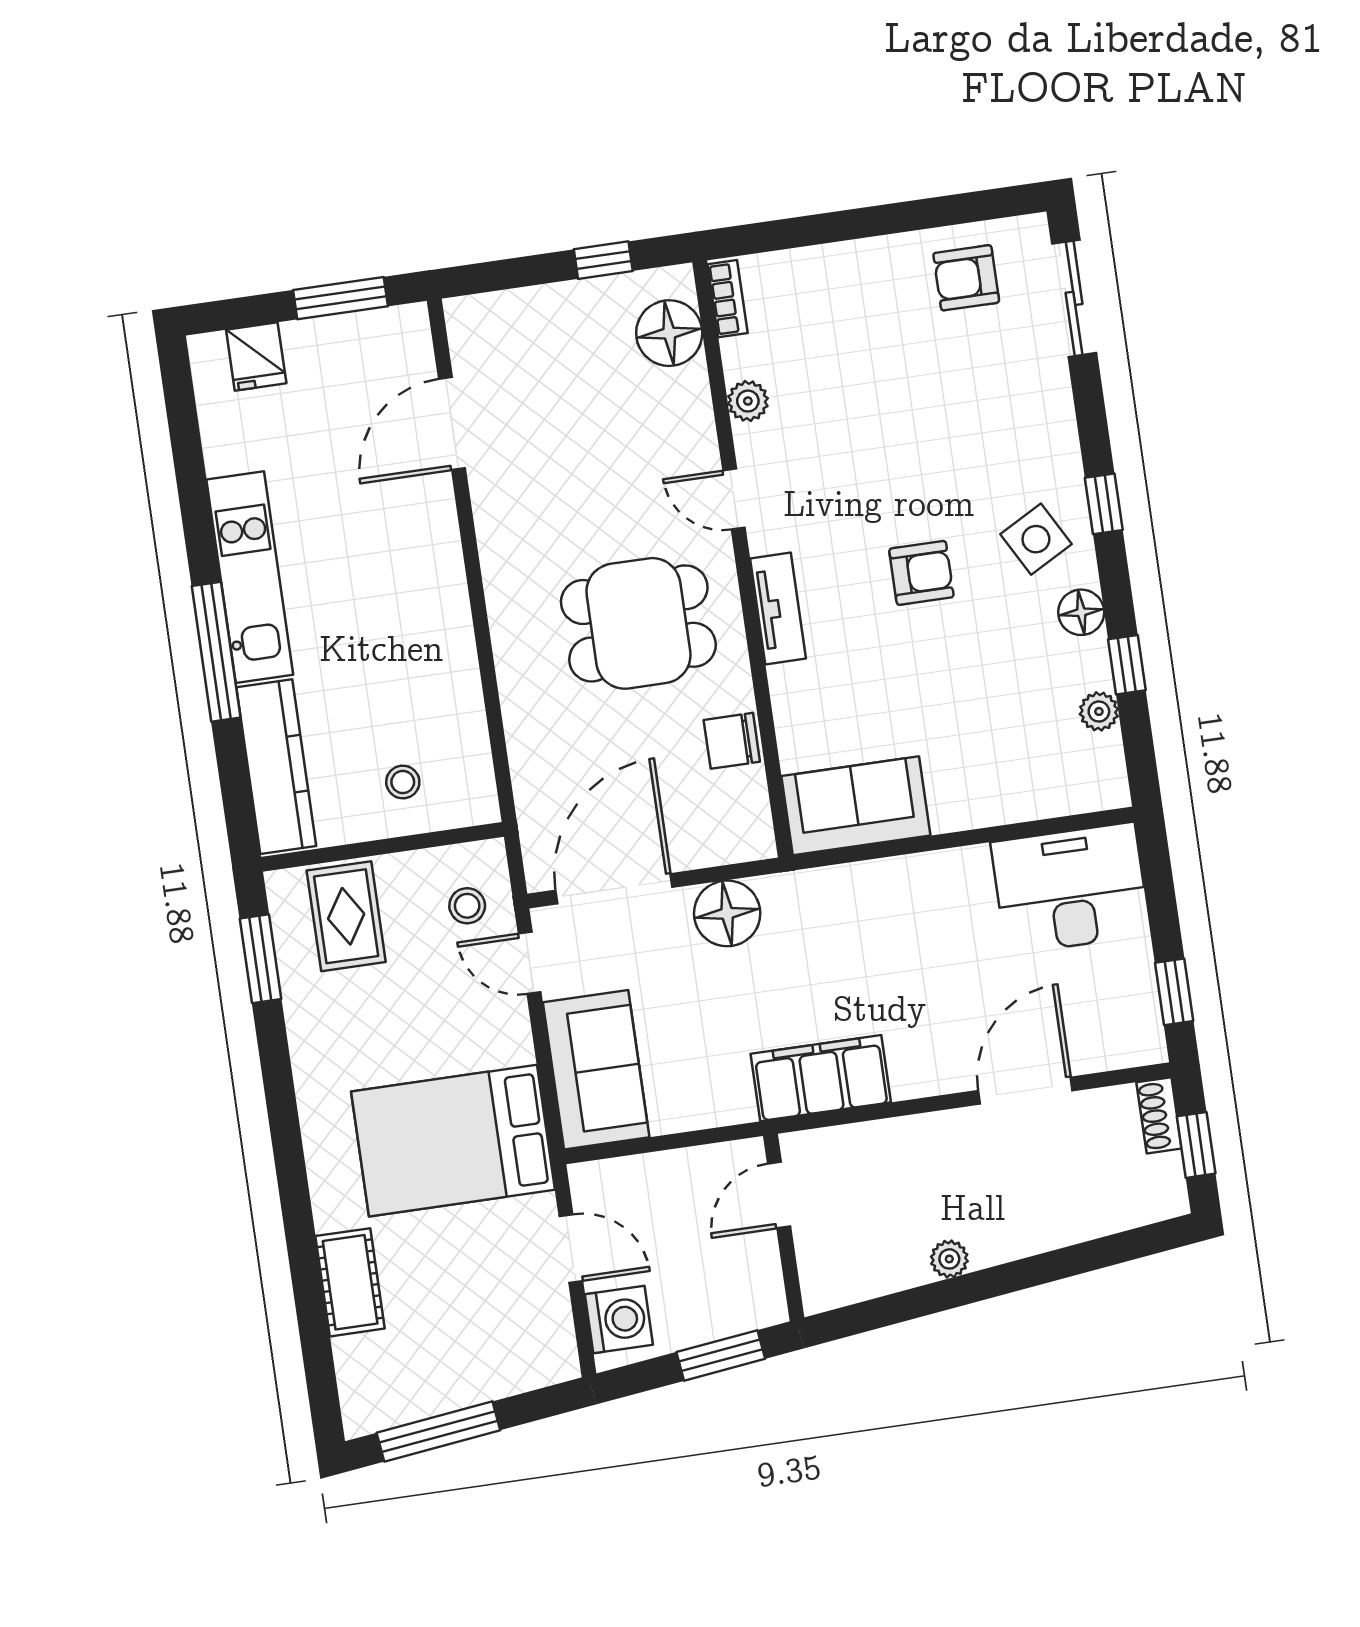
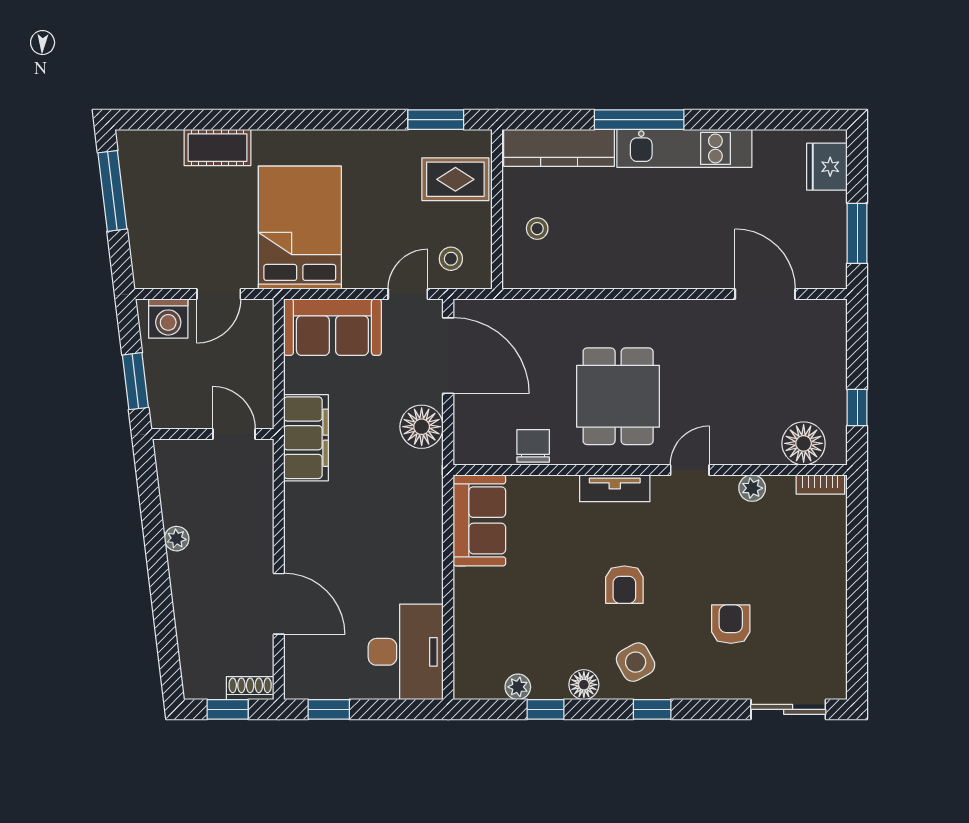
armchair: (966, 278) -> (731, 624), moved
fridge: (256, 357) -> (827, 167), width x1.38
filing cabinet: (821, 1078) -> (306, 438), moved

